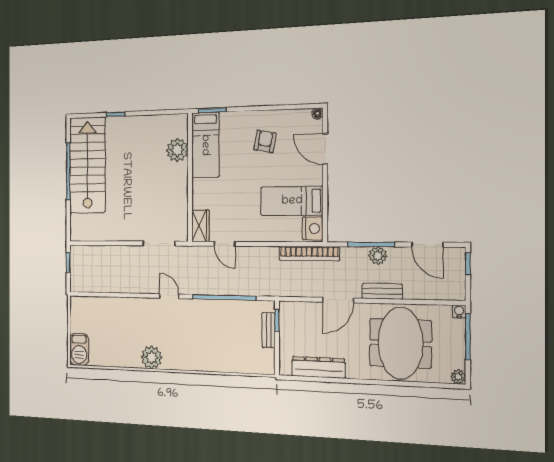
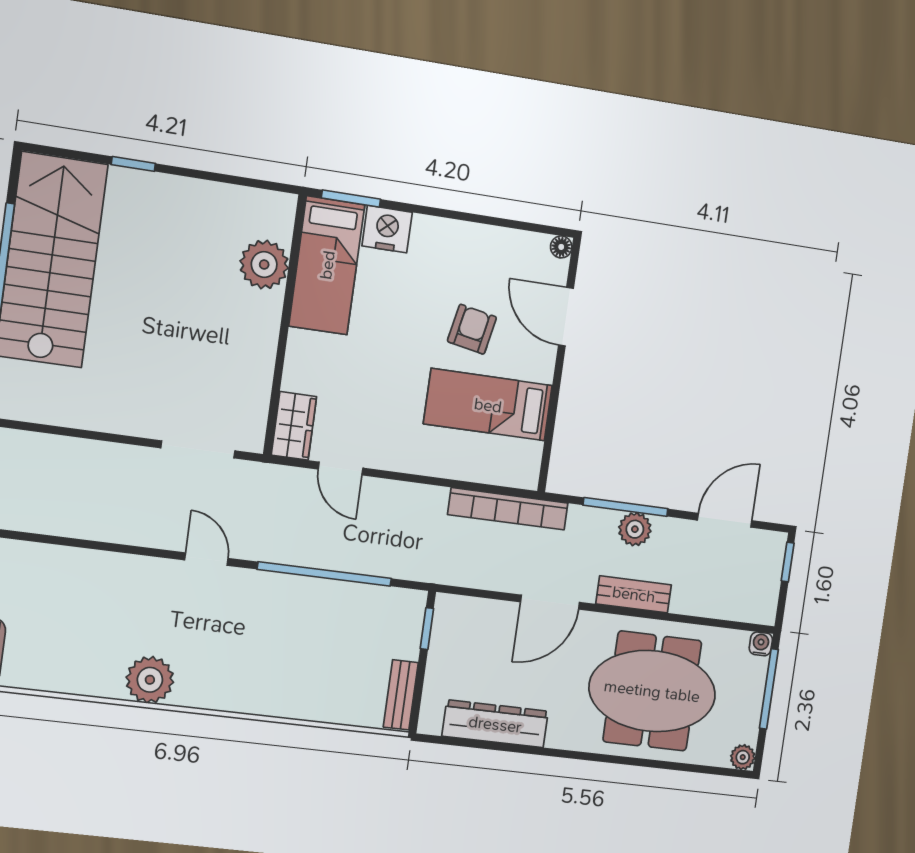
armchair: (265, 141) -> (472, 329), moved
nightstand: (313, 228) -> (387, 229), moved, turned -90
door: (427, 245) -> (725, 520), swing flipped
bench: (269, 330) -> (401, 695), moved
meeting table: (400, 343) -> (652, 691), turned 90

